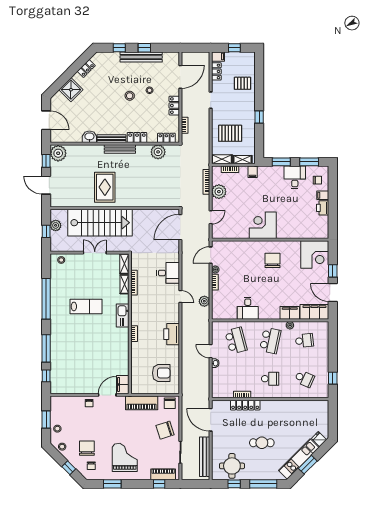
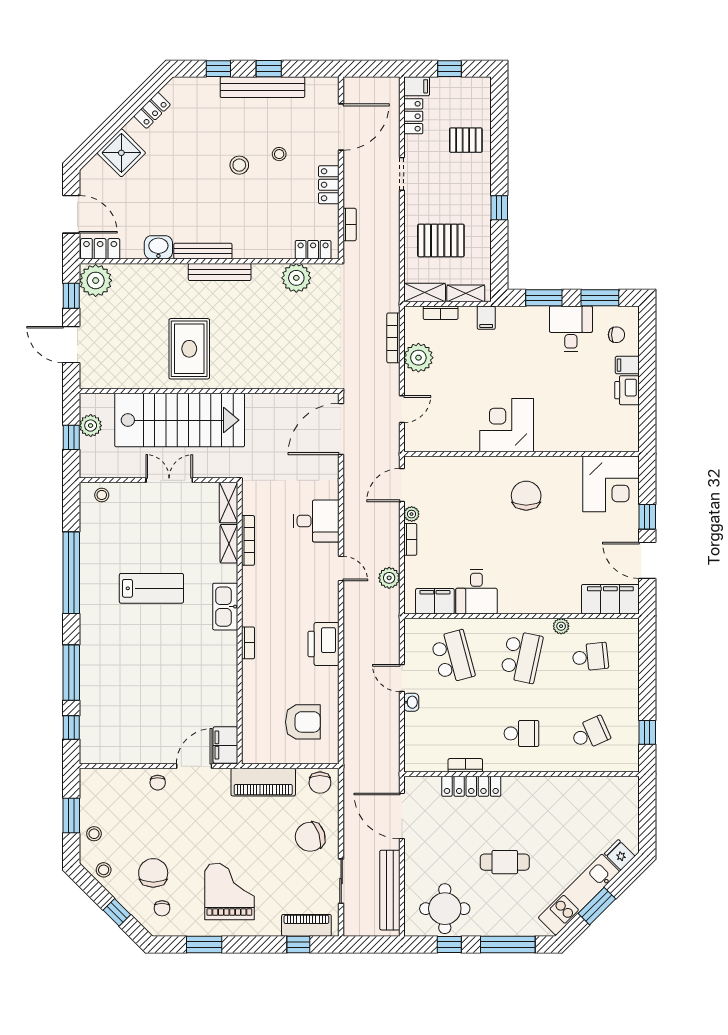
locker: (137, 137) -> (100, 249), moved
filing cabinet: (290, 313) -> (435, 601), moved
school desk: (304, 379) -> (590, 733), turned -48

